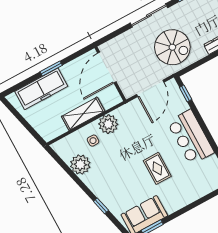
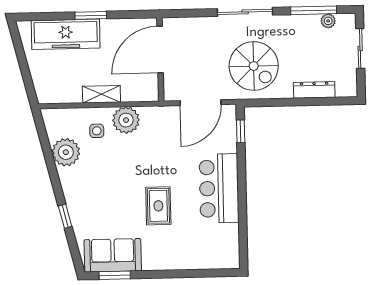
shelving: (83, 114) -> (101, 94), width x0.67, depth x0.75

